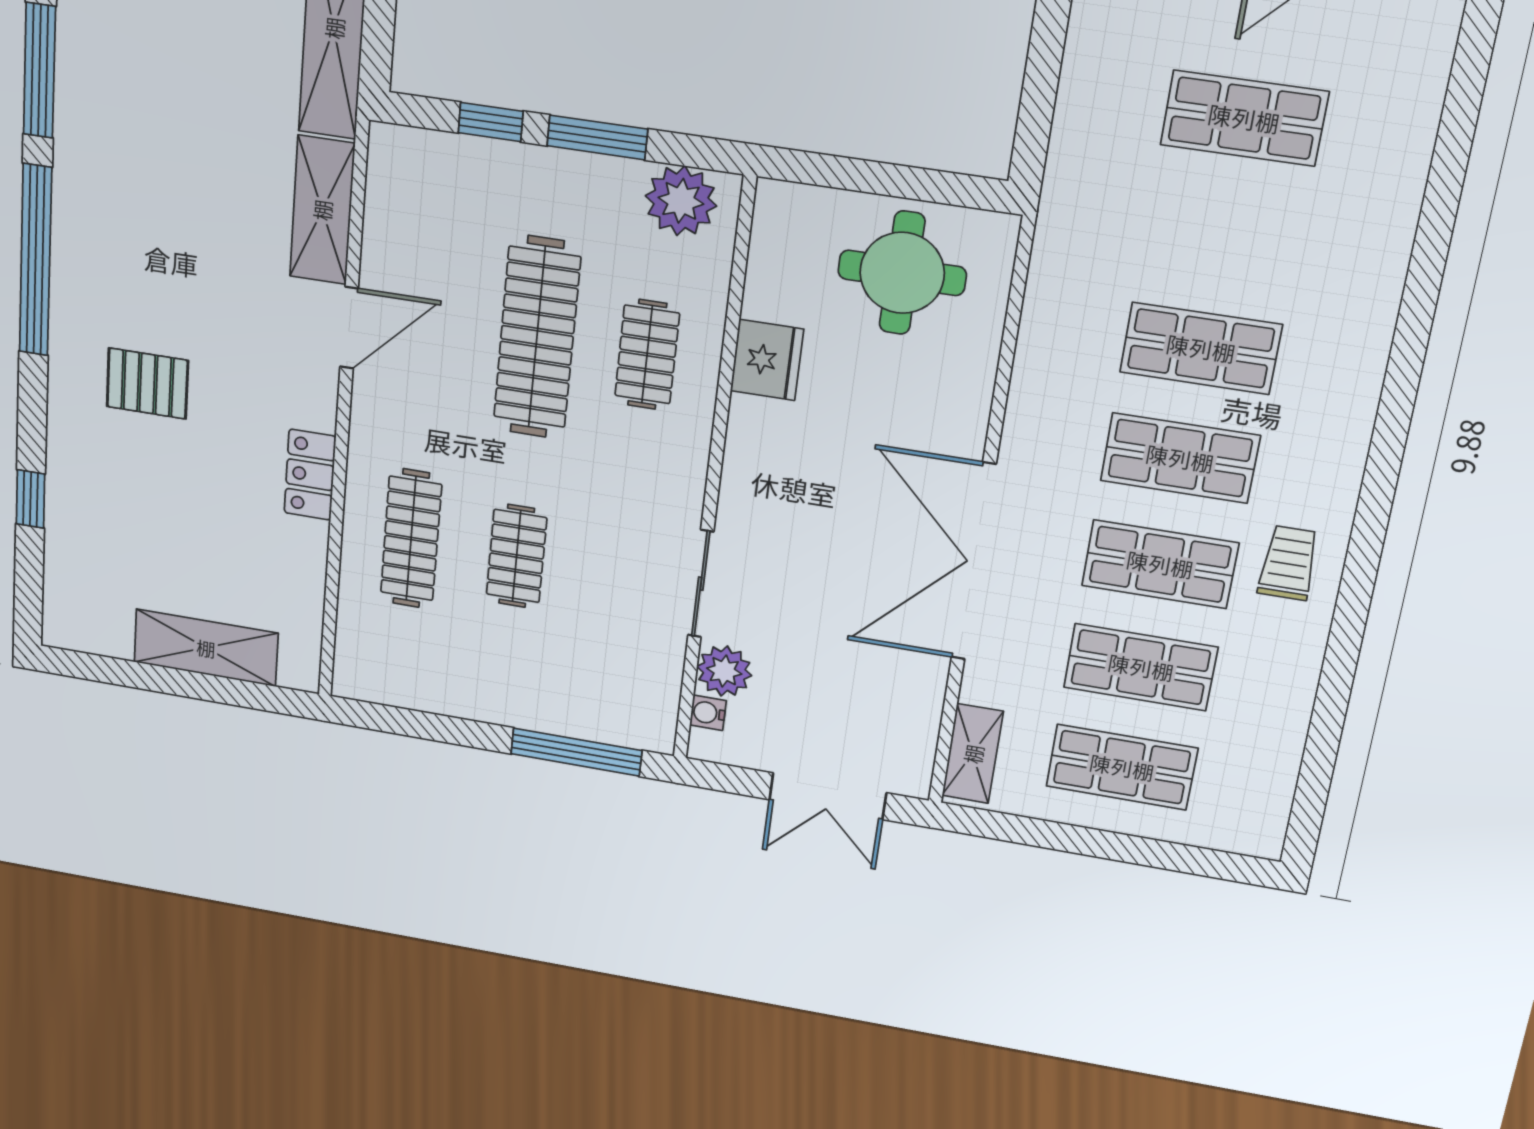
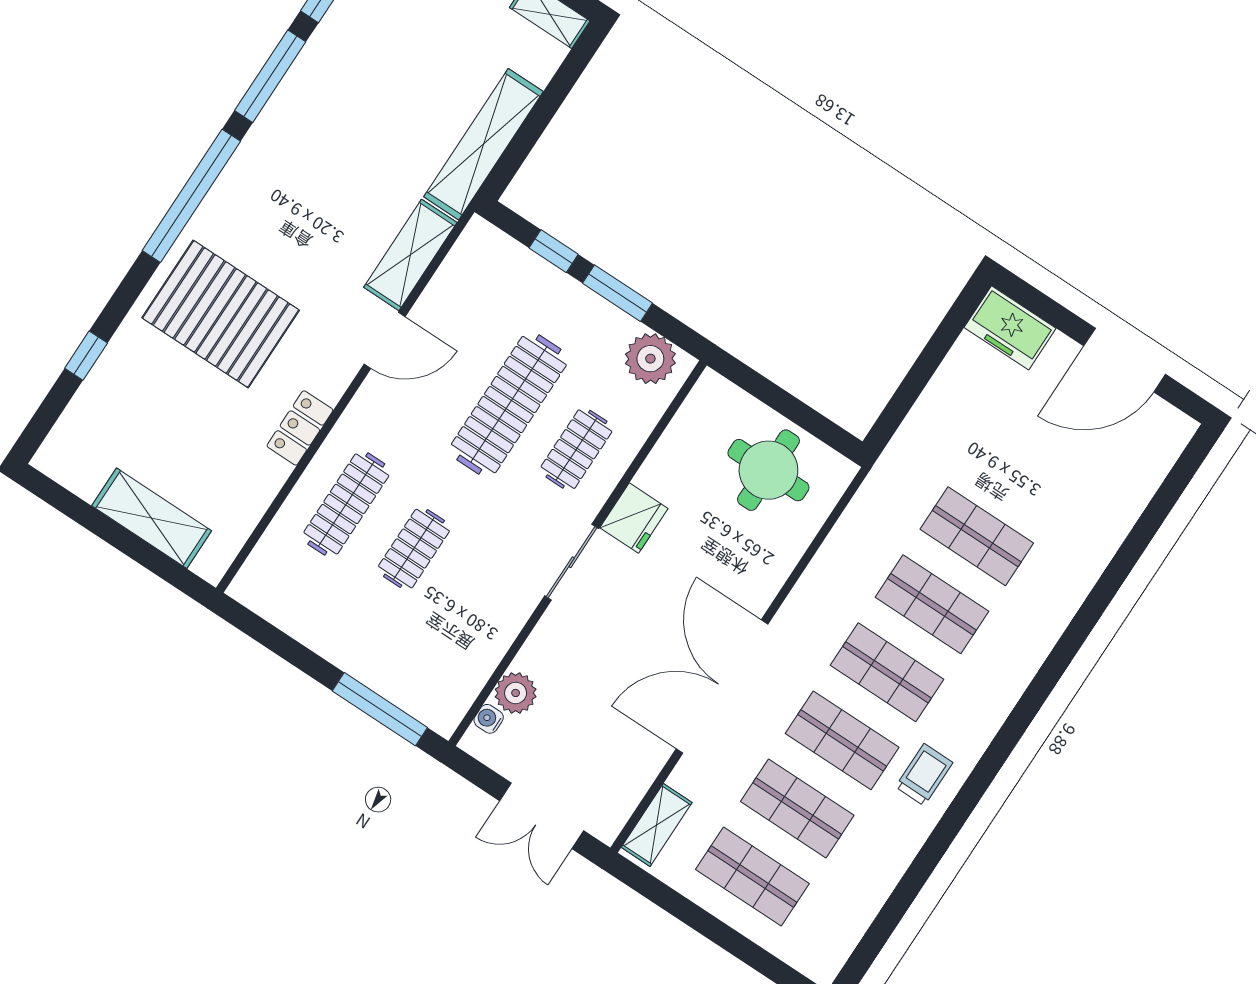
shop shelf: (1244, 118) -> (977, 536), moved
fridge: (767, 360) -> (634, 518), moved
pallet: (147, 384) -> (221, 314), width x2.05, depth x2.00
sliding door: (701, 584) -> (572, 562), moved

